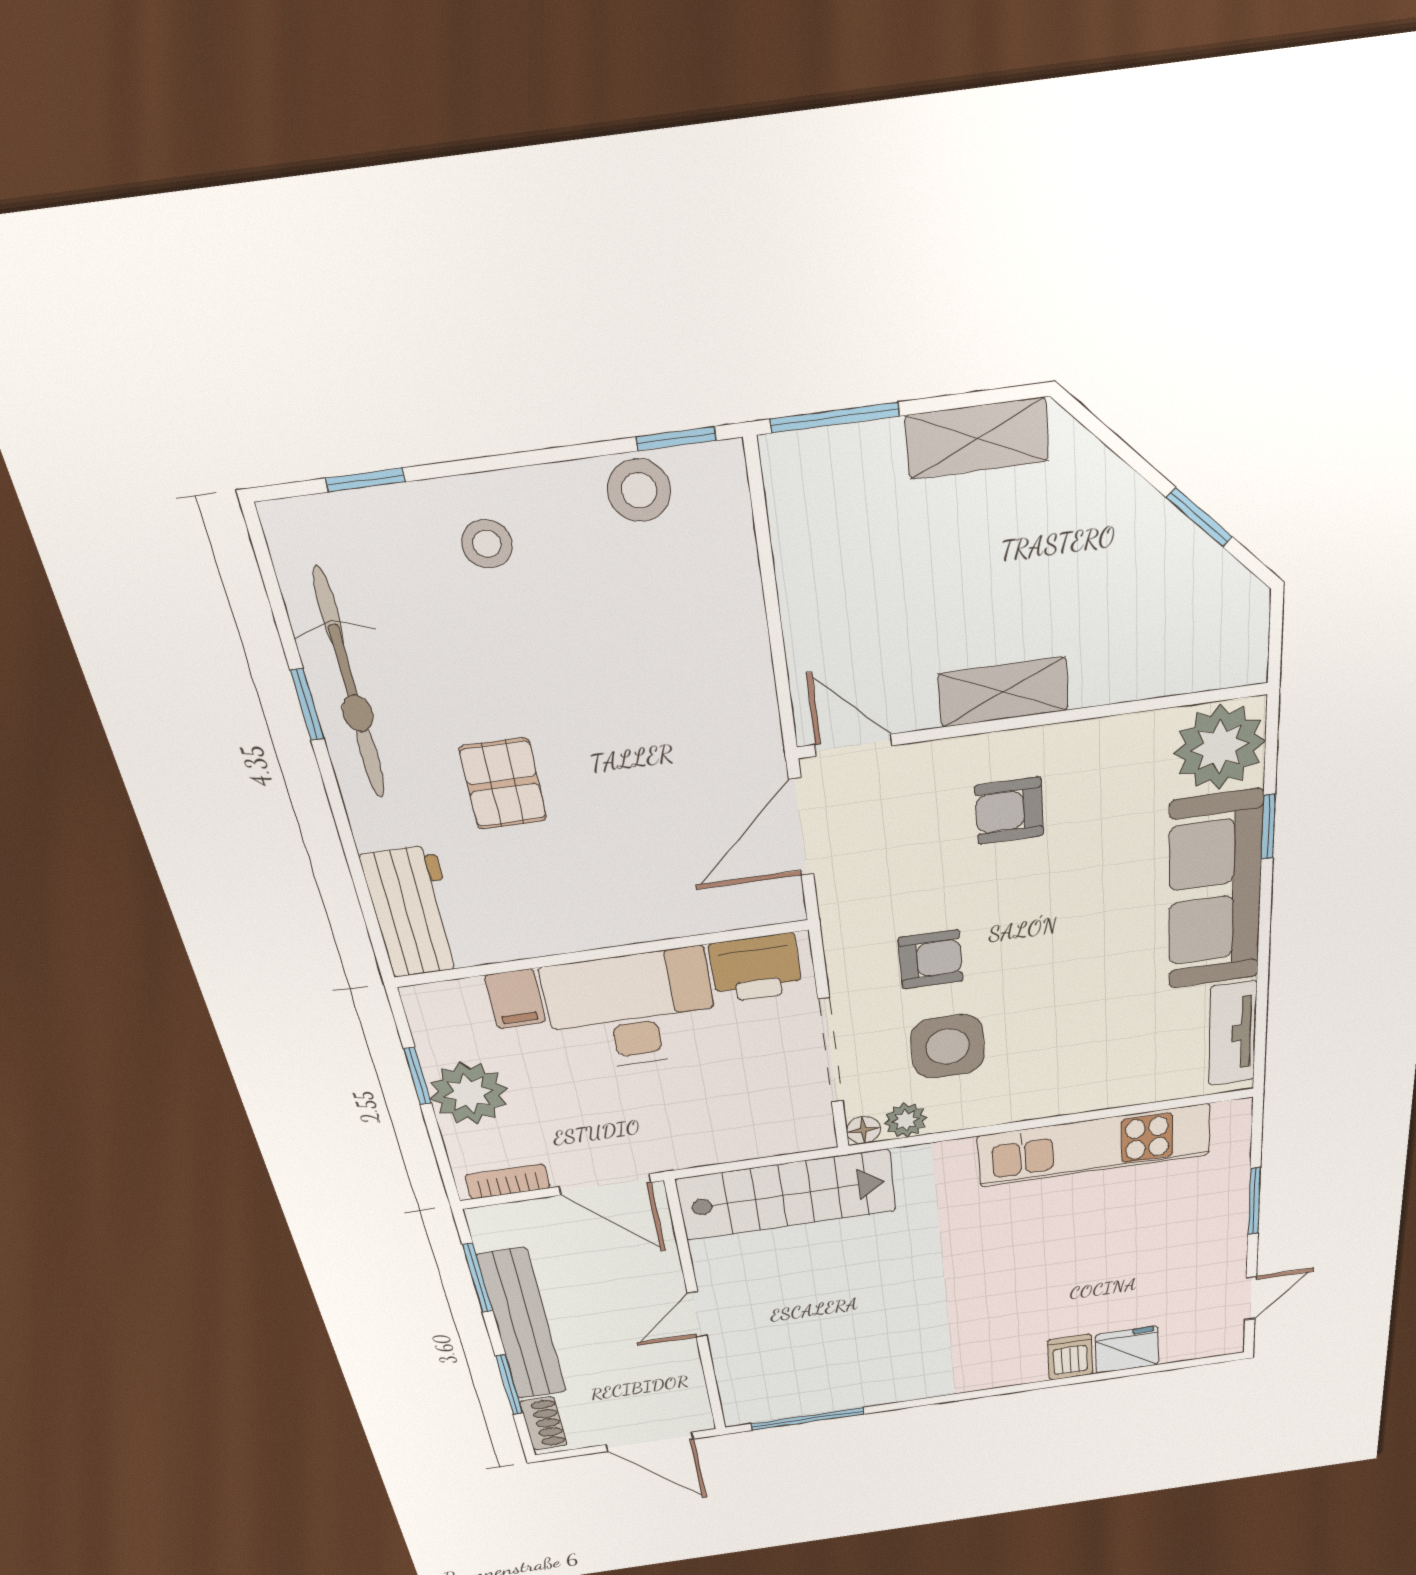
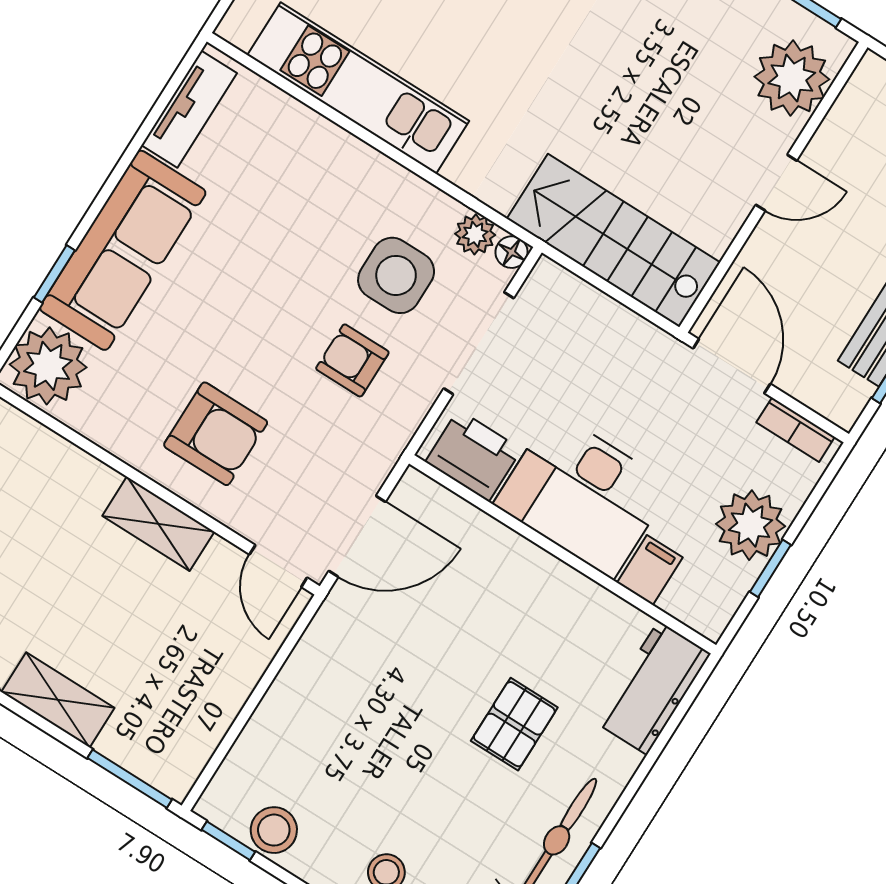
armchair: (1009, 811) -> (216, 434), width x1.38, depth x1.38
plant: (752, 1377) -> (792, 78), added

